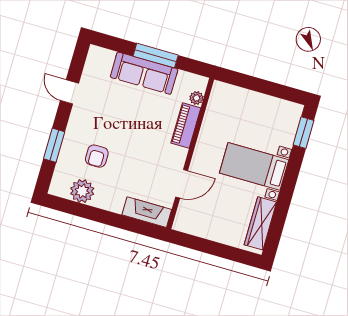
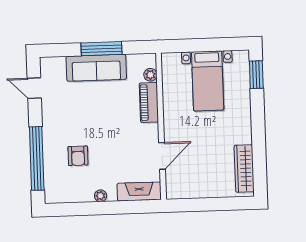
door: (69, 92) -> (34, 88), moved
window: (54, 145) -> (37, 158), width x2.11
bed with nightstands: (254, 166) -> (208, 81), moved, turned -90
plant: (82, 191) -> (101, 196), moved, width x0.53, depth x0.53

